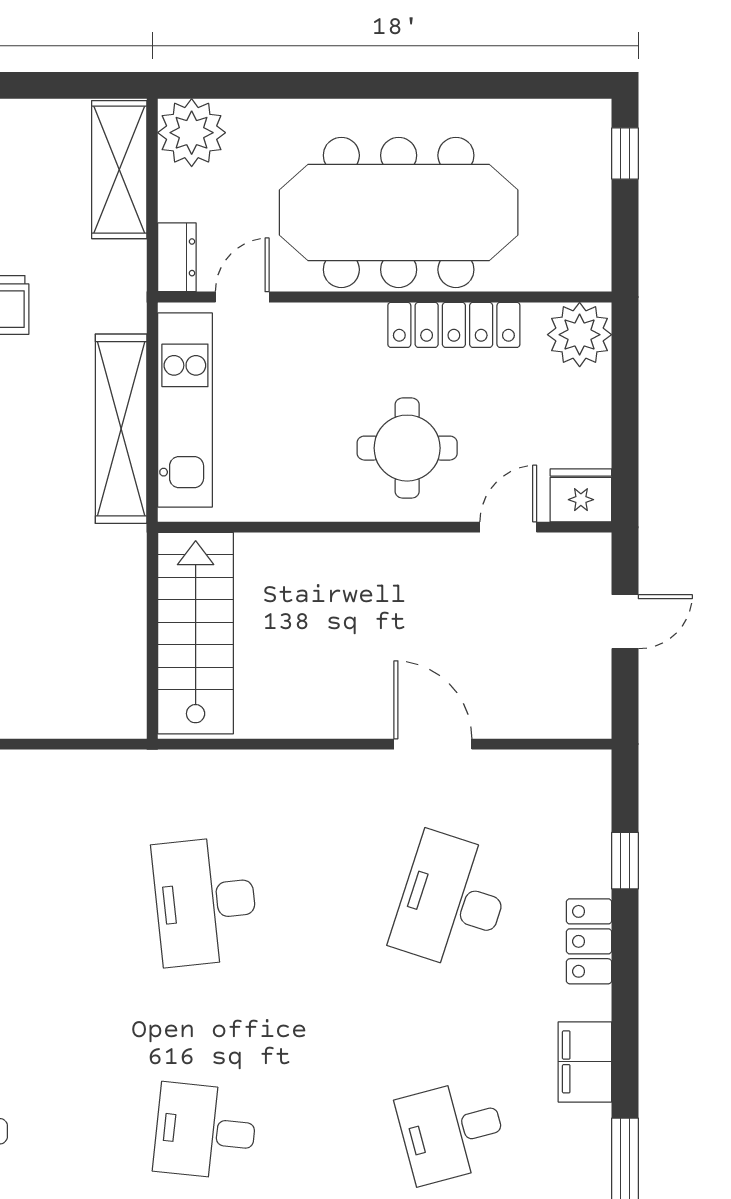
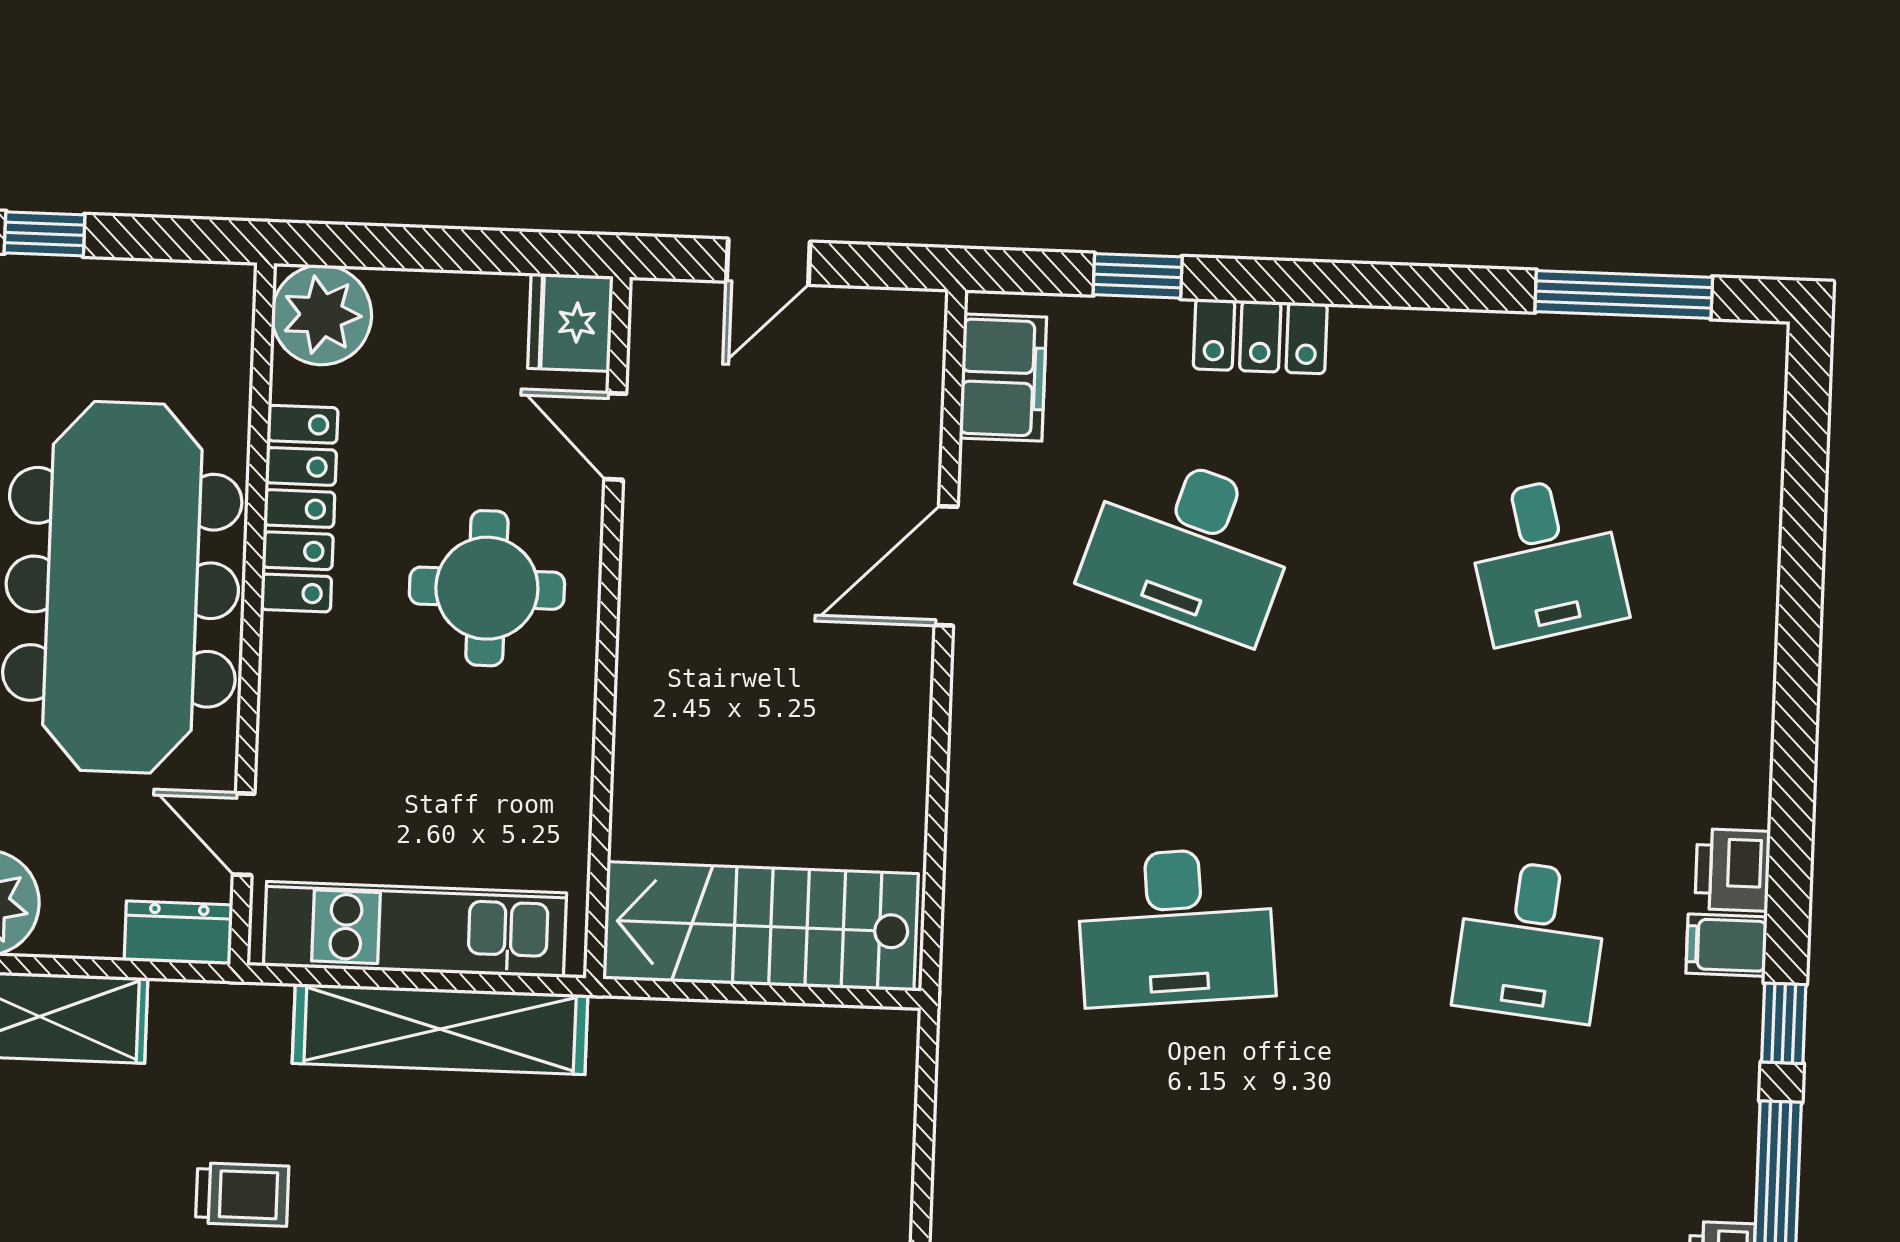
door: (625, 622) -> (768, 262), swing flipped
filing cabinet: (585, 1062) -> (1003, 378), moved, turned -90

